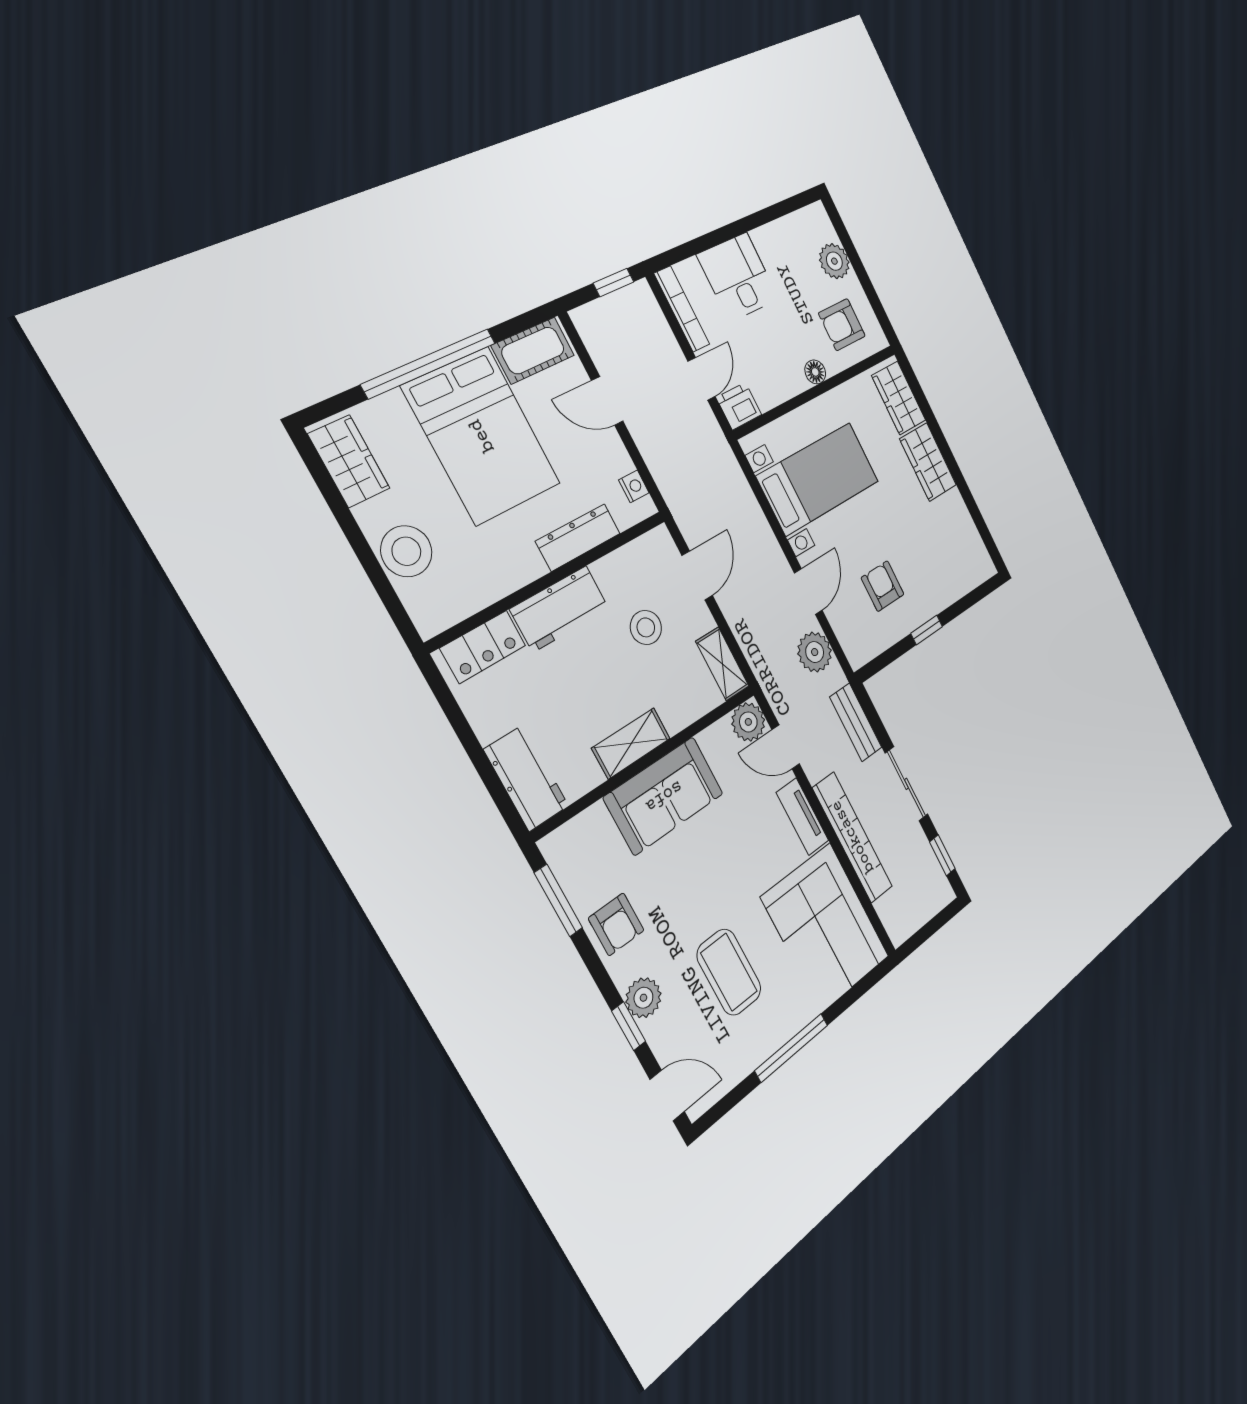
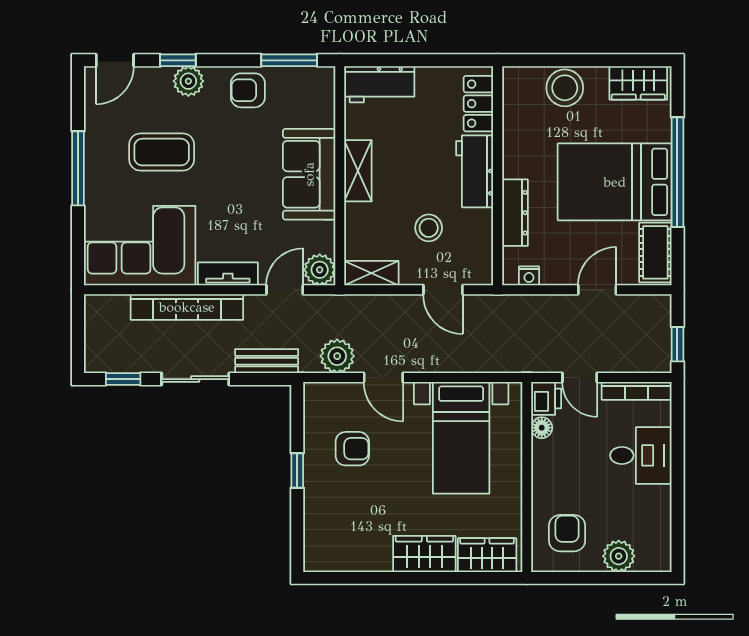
floor lamp: (815, 372) -> (542, 428), moved

